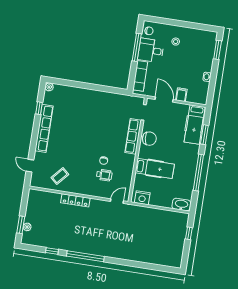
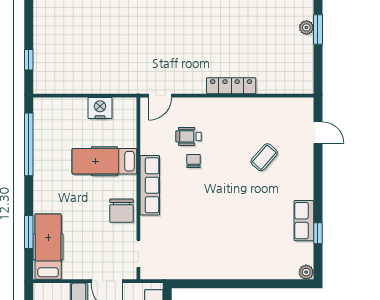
row of seats: (44, 128) -> (304, 221), width x0.50
row of seats: (133, 136) -> (150, 185), moved
chair: (149, 139) -> (122, 211), turned -84
window: (198, 173) -> (29, 144), moved
coffee table: (60, 176) -> (264, 157), moved
nightstand: (142, 198) -> (100, 108), moved
washbasin: (181, 205) -> (49, 107), removed

